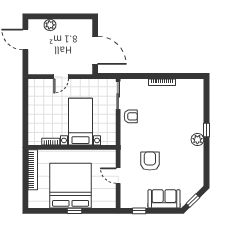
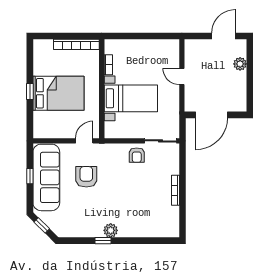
window: (206, 130) -> (103, 241), moved
armchair: (150, 161) -> (86, 177), turned -90
door: (118, 176) -> (84, 141), moved
bed: (71, 186) -> (58, 93), width x0.73
sofa: (164, 199) -> (46, 177), width x1.85, depth x1.27
window: (139, 211) -> (30, 176), moved

